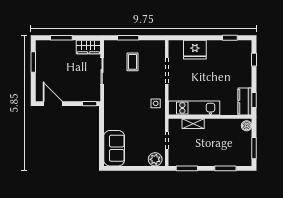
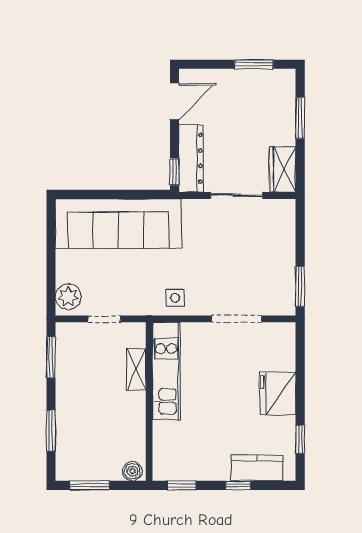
window: (128, 38) -> (300, 286), moved
fridge: (195, 50) -> (278, 393), moved
window: (254, 60) -> (238, 485), moved
coffee table: (133, 62) -> (254, 254), removed
dresser: (83, 95) -> (191, 158), added
kitchen counter: (245, 102) -> (257, 468), moved
sofa: (114, 148) -> (118, 224), width x1.85, depth x1.27

